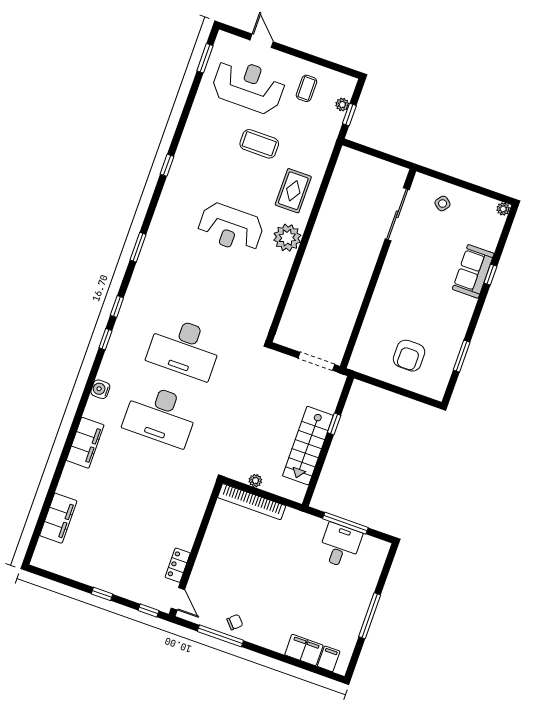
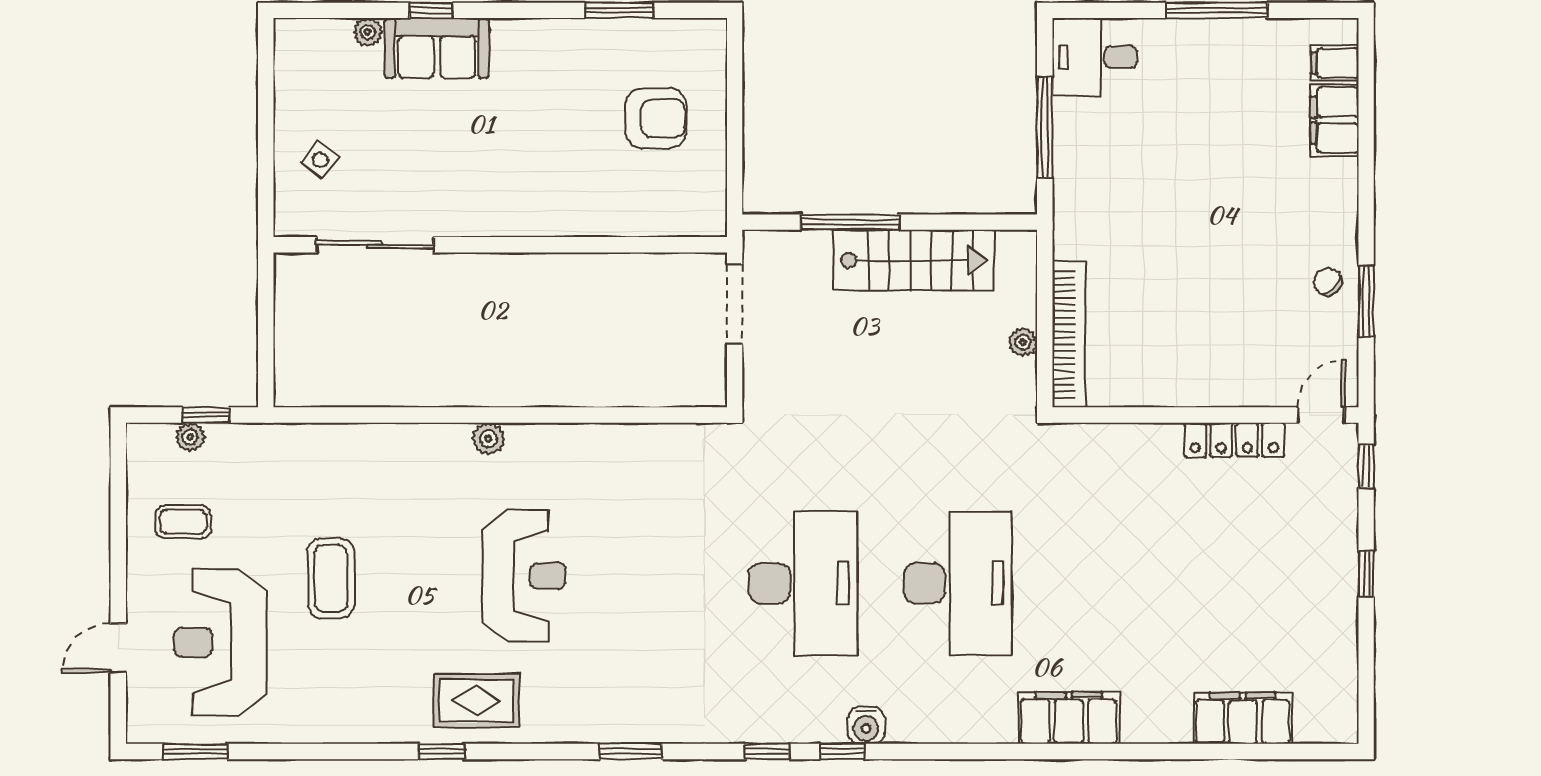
rug: (293, 191) -> (477, 701), moved
plant: (503, 209) -> (368, 32), moved
plant: (287, 238) -> (488, 439), width x0.53, depth x0.53
water cooler: (100, 389) -> (866, 726), moved
window: (334, 424) -> (850, 222), width x2.17
desk: (340, 545) -> (1094, 57), moved
locker: (178, 565) -> (1234, 440), width x1.53
window: (220, 636) -> (1366, 301), width x0.69

